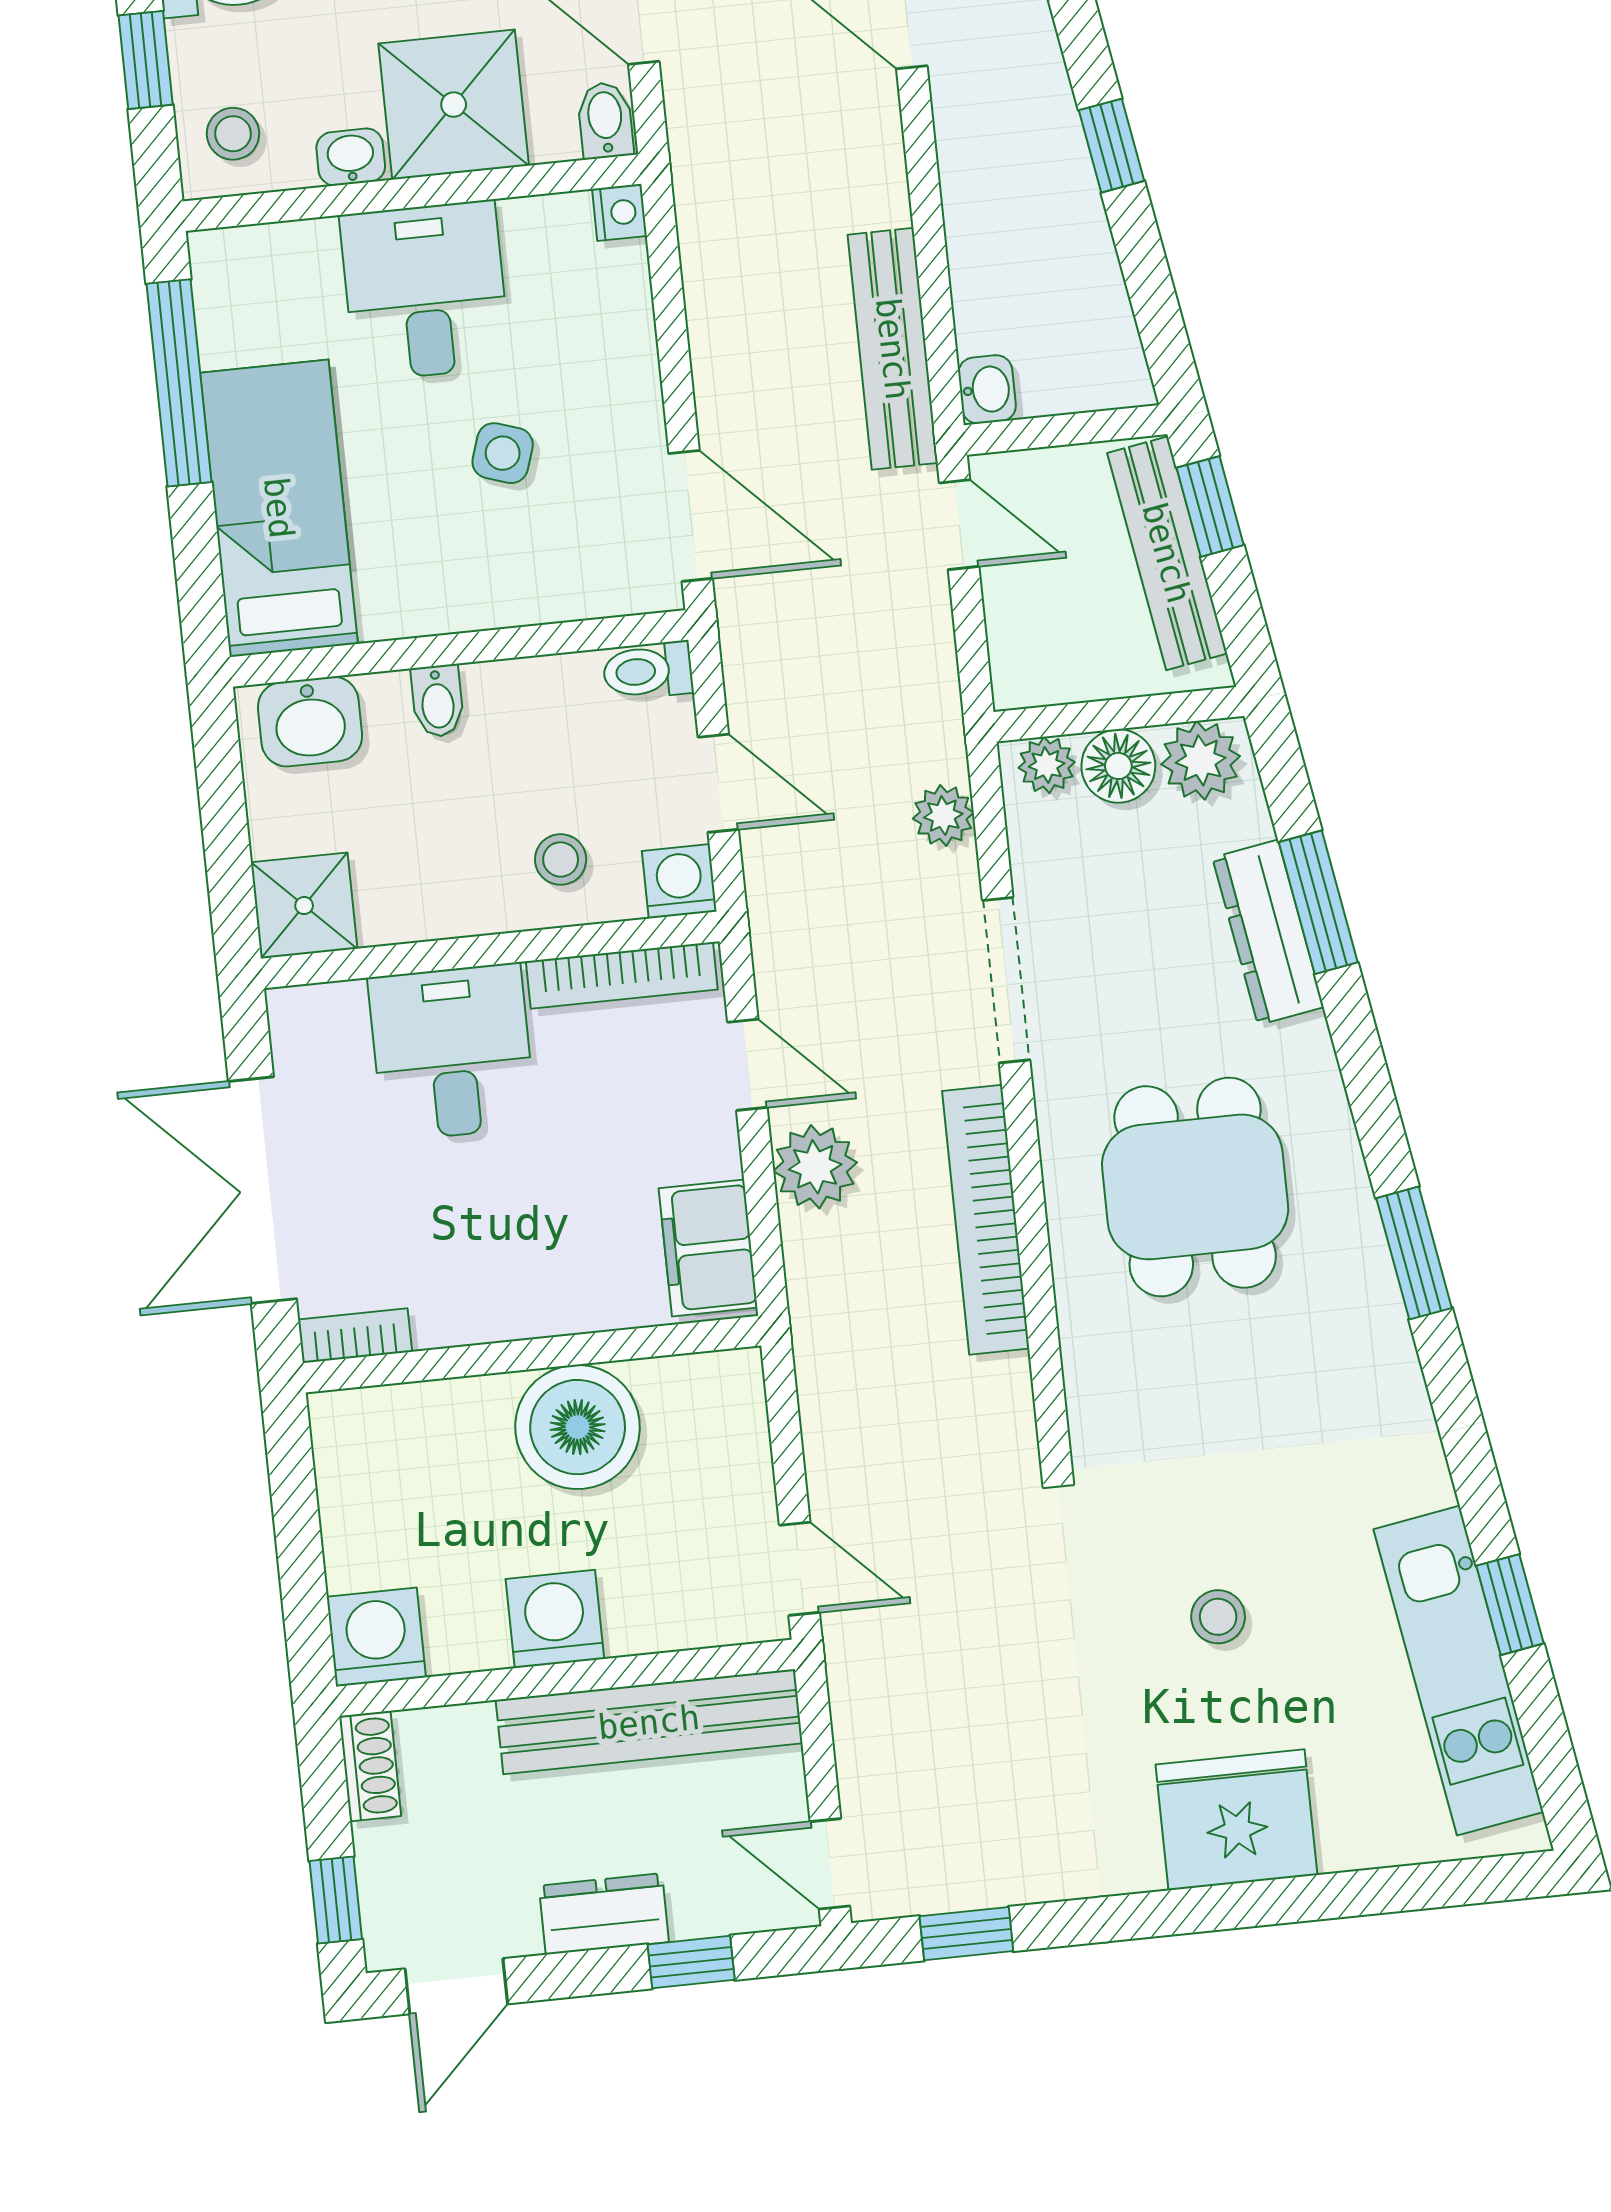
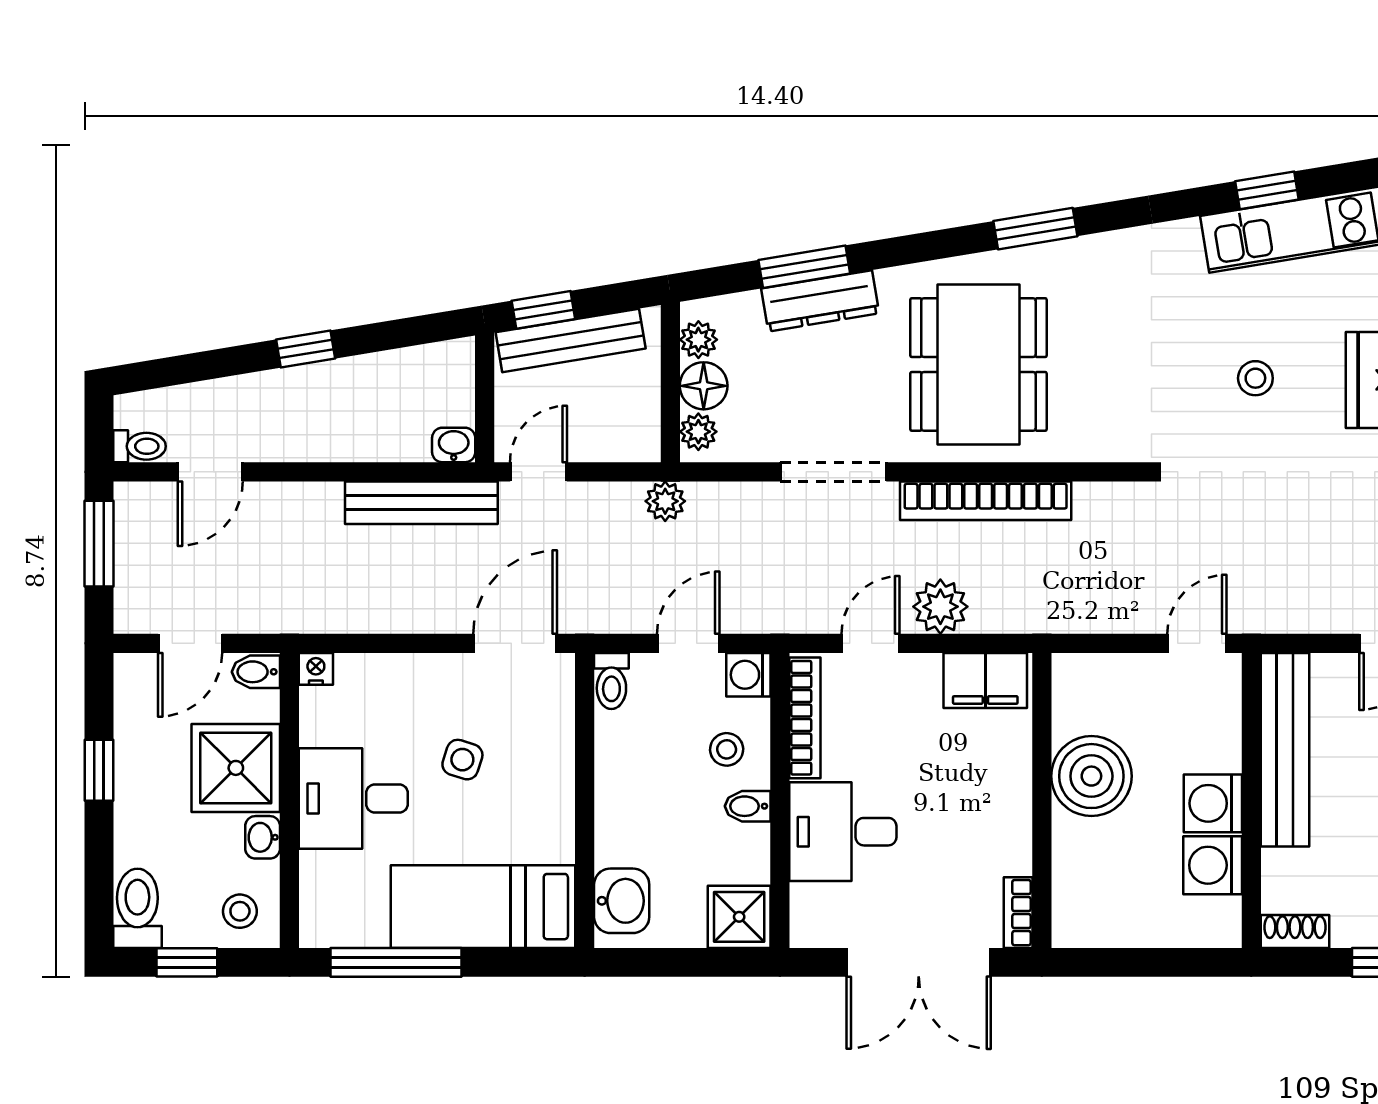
bidet: (437, 701) -> (748, 806), moved, turned 180
plant: (1201, 760) -> (698, 340), width x0.73, depth x0.73
plant: (943, 816) -> (665, 501), moved
dining table: (1195, 1187) -> (978, 364), width x1.38
washing machine: (376, 1637) -> (1213, 865), moved

